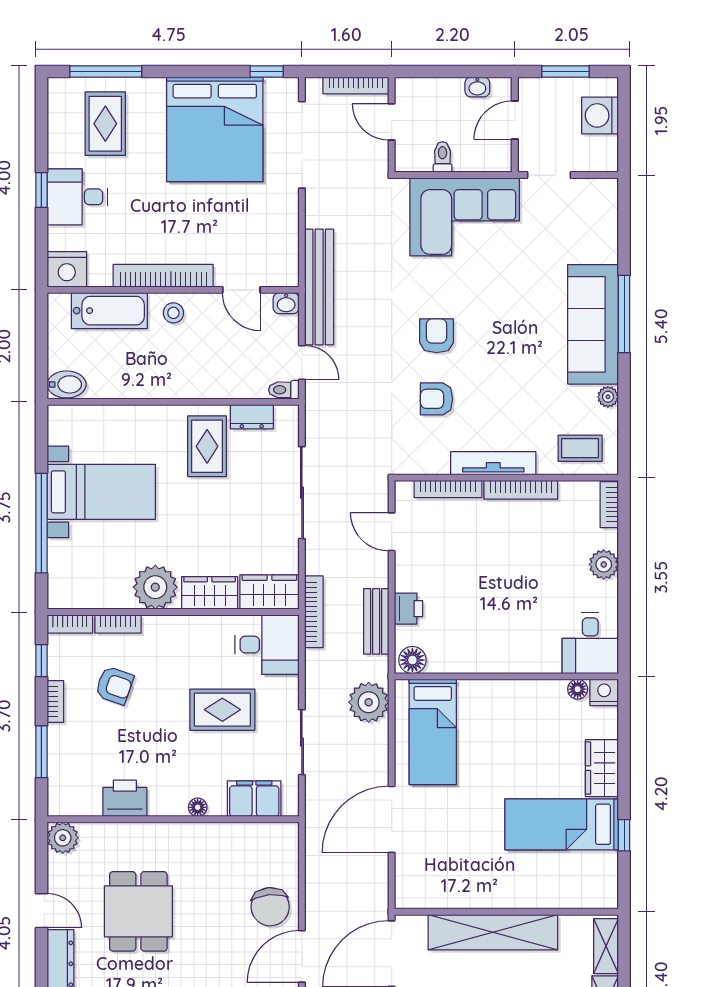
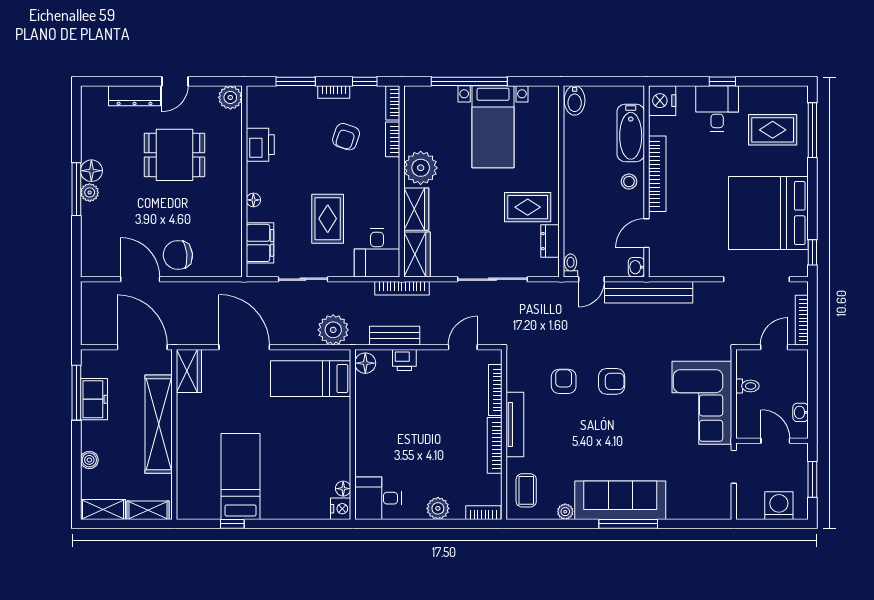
wardrobe: (602, 768) -> (189, 371), moved, turned 90

